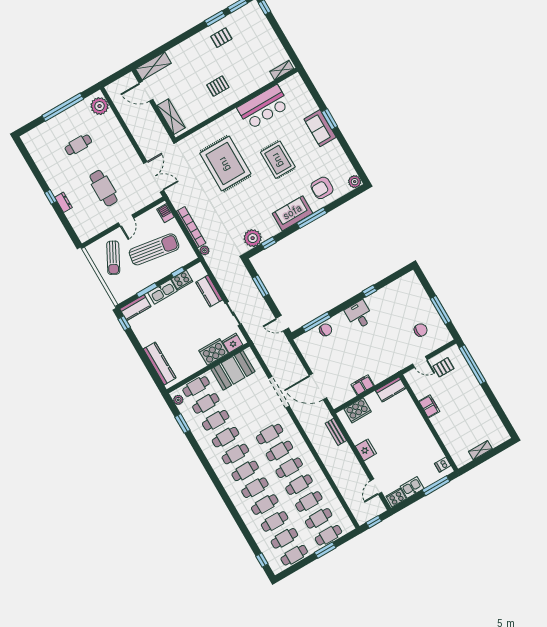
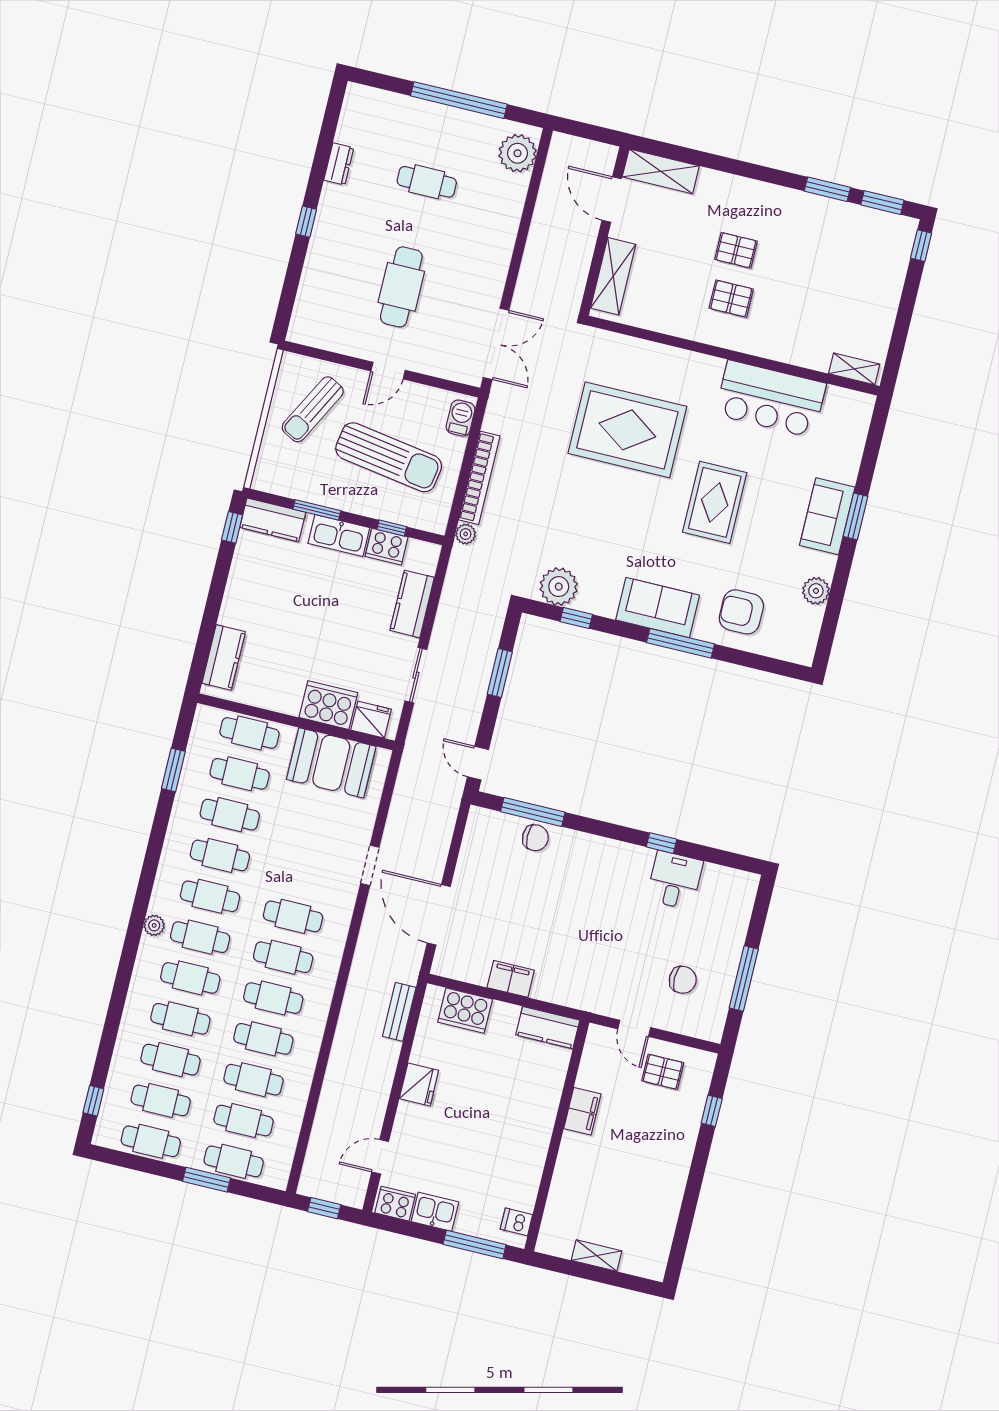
pallet: (221, 38) -> (736, 250), moved
rug: (225, 164) -> (627, 430), turned 90
plant: (355, 182) -> (816, 591), moved
dresser: (64, 202) -> (339, 164), moved
desk: (359, 315) -> (675, 880), moved
kitchen counter: (160, 363) -> (224, 657), width x0.67
window: (472, 365) -> (712, 1111), width x0.32
doorway: (279, 392) -> (370, 865), width x0.53
plant: (178, 400) -> (154, 925), moved

